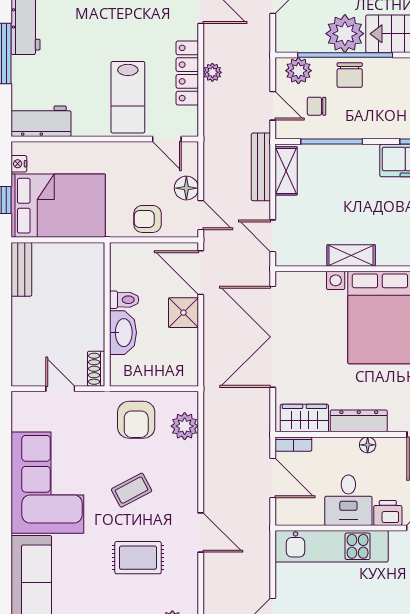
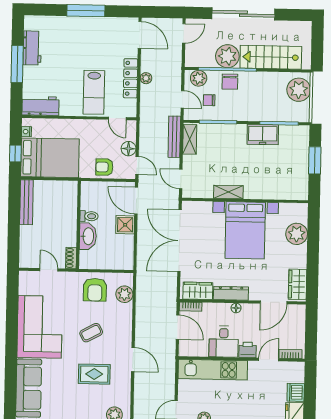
bench: (21, 269) -> (26, 202), width x1.36

